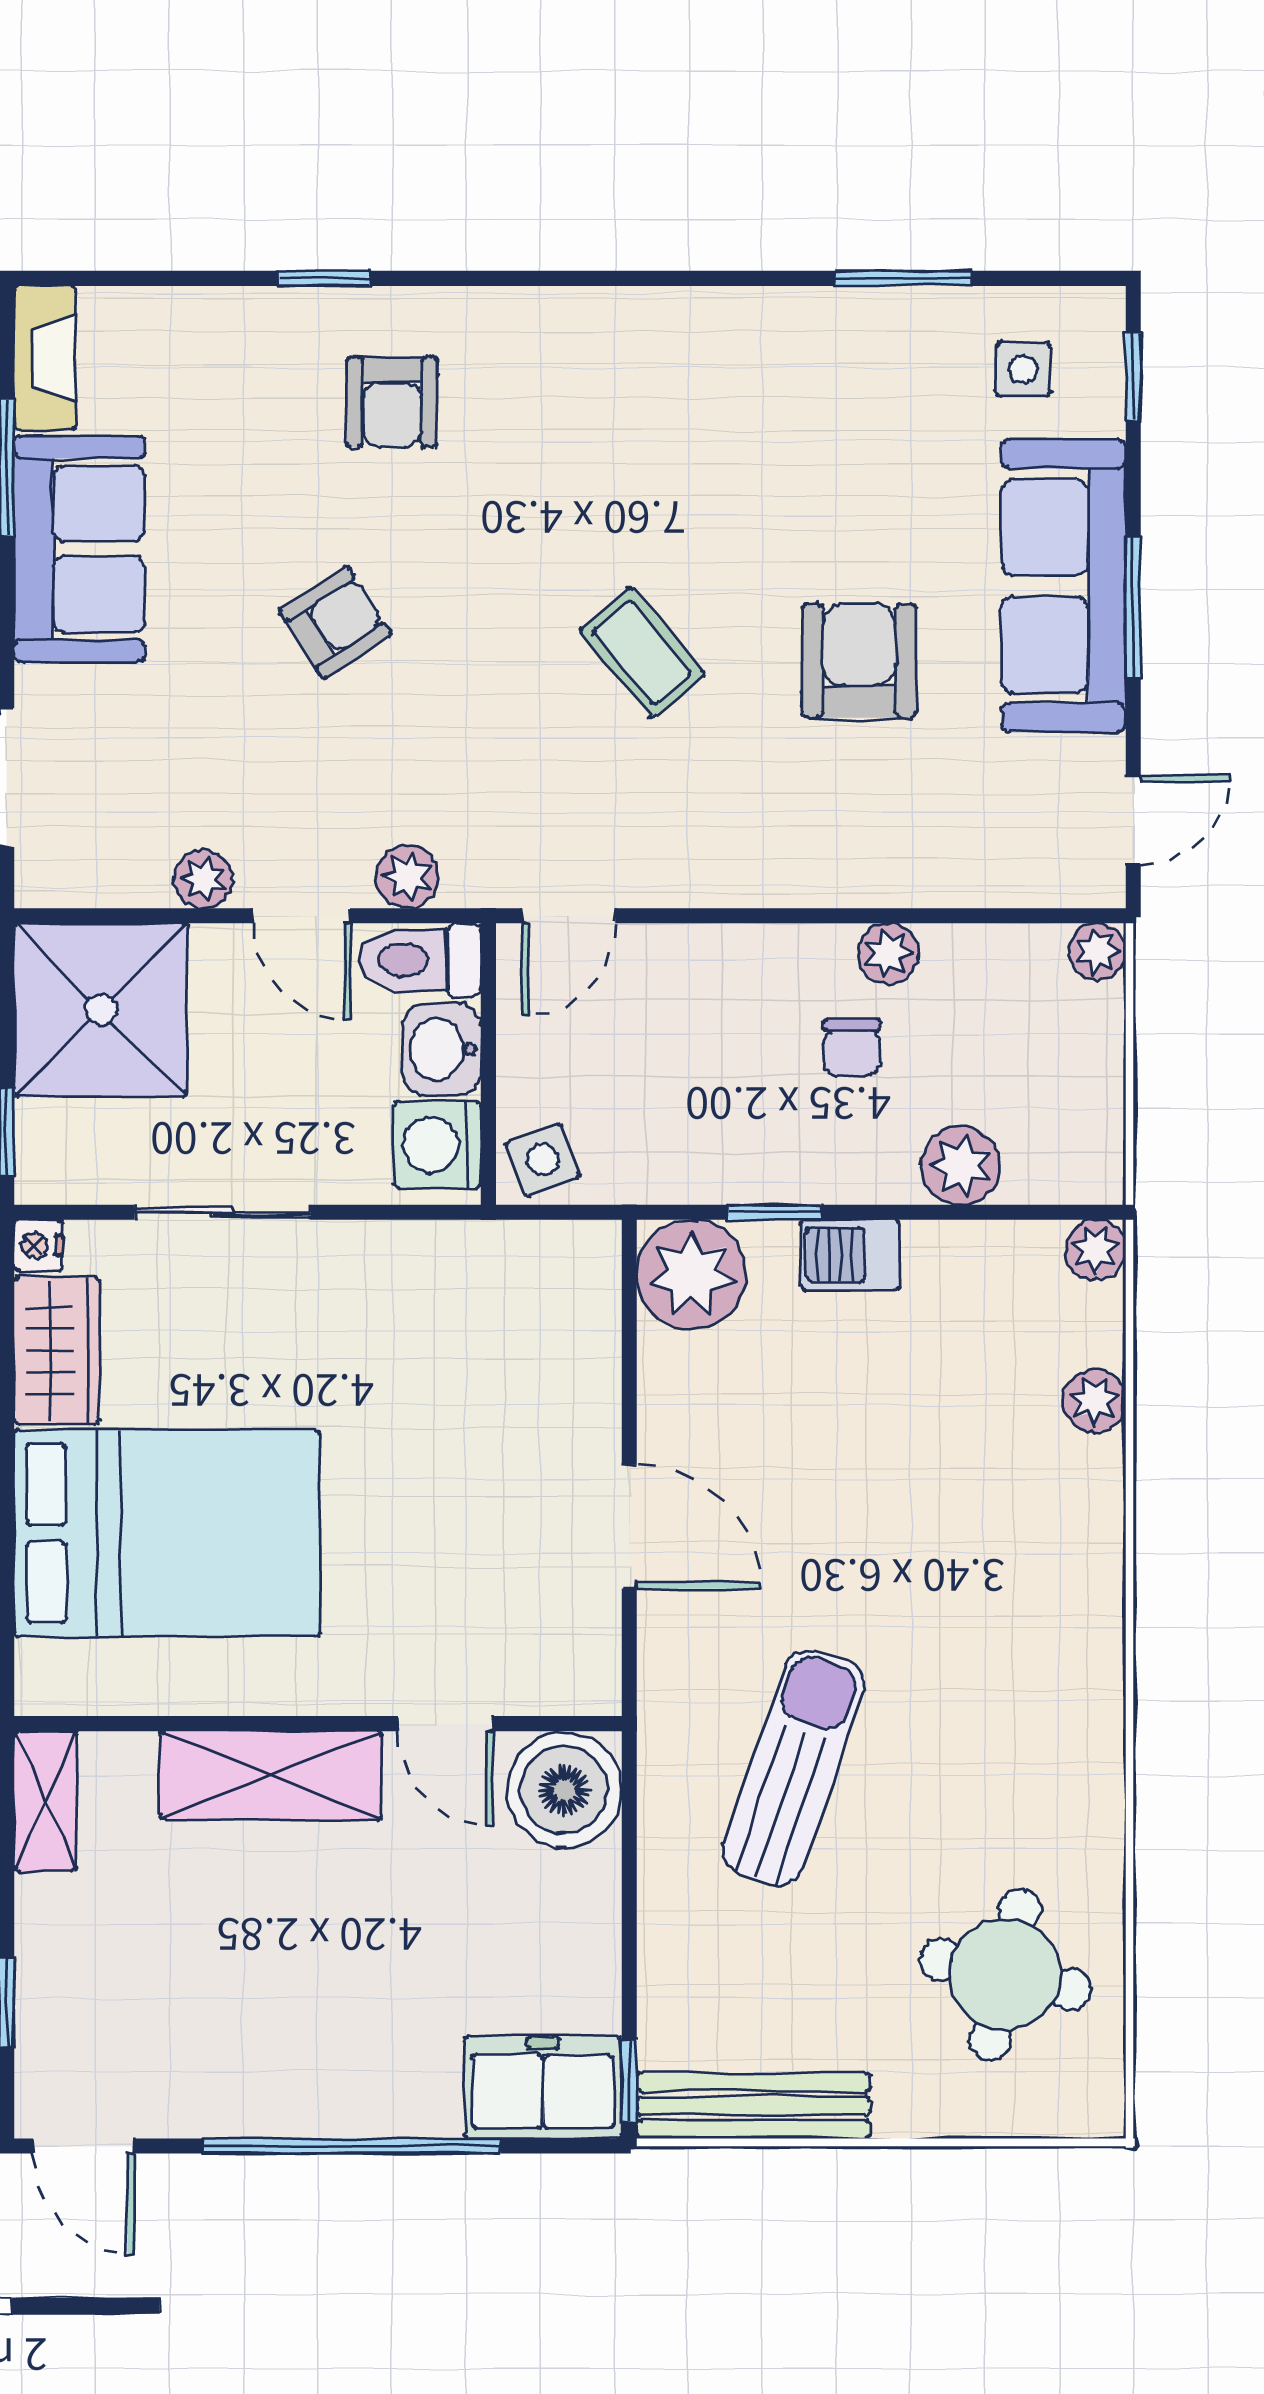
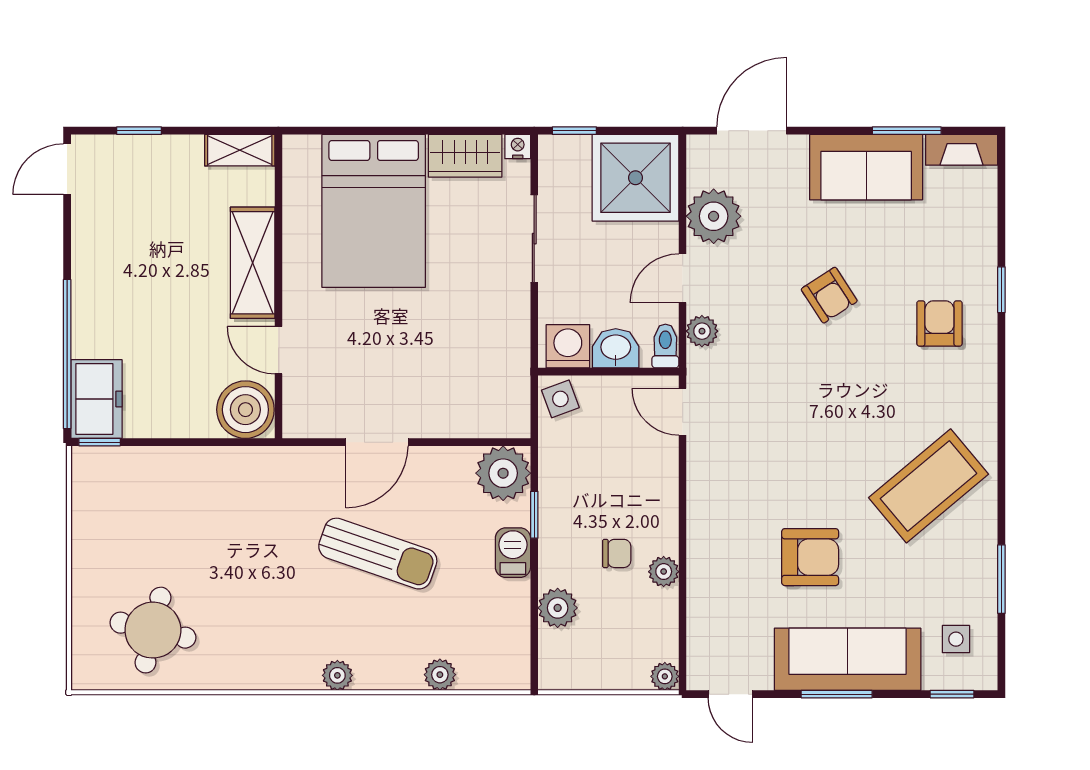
armchair: (392, 402) -> (939, 323), turned 90
coffee table: (642, 652) -> (929, 486), moved, width x1.86, depth x1.72
plant: (203, 879) -> (714, 216), width x1.87, depth x1.87
toilet: (420, 960) -> (665, 346), width x0.73, depth x0.72
chair: (852, 1047) -> (617, 553), turned 180
plant: (1096, 1250) -> (337, 675), moved
door: (445, 1724) -> (278, 350), hinge flipped
sun lounger: (794, 1768) -> (378, 554), moved
bench: (754, 2106) -> (87, 504), removed
window: (352, 2146) -> (67, 354), moved

